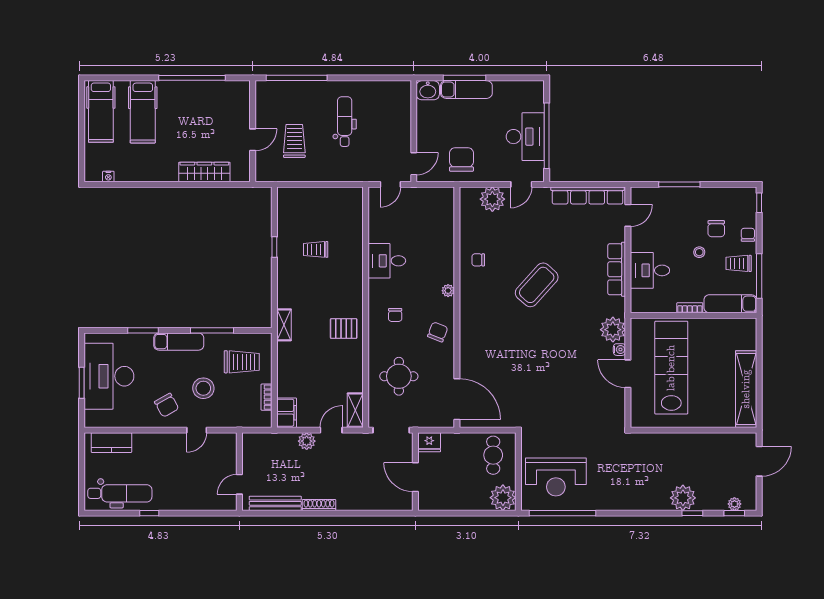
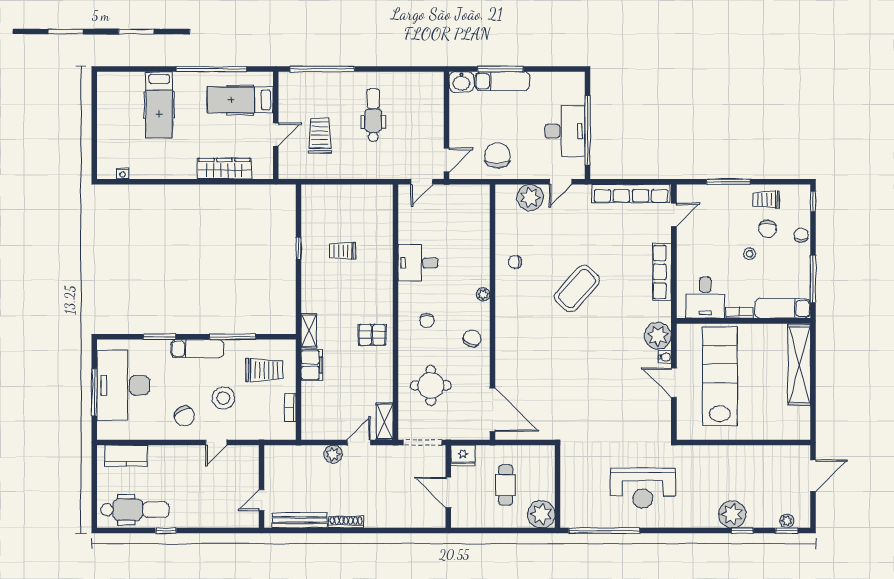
hospital bed: (101, 111) -> (240, 100), moved, turned 90
trolley: (739, 263) -> (766, 199), moved
desk: (650, 270) -> (705, 298), moved, turned -90
window: (82, 383) -> (94, 392), width x1.44
shelving: (746, 389) -> (799, 365), moved
filing cabinet: (287, 413) -> (312, 365), moved
cafe table: (493, 455) -> (506, 485), moved
reception desk: (556, 477) -> (643, 488), moved

